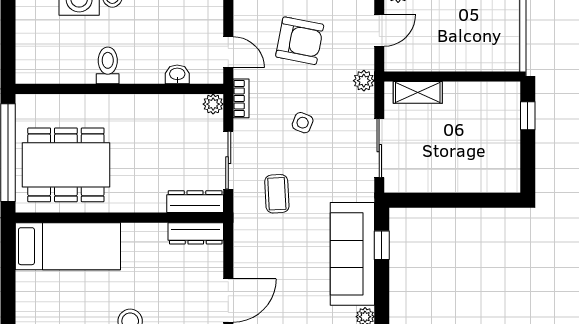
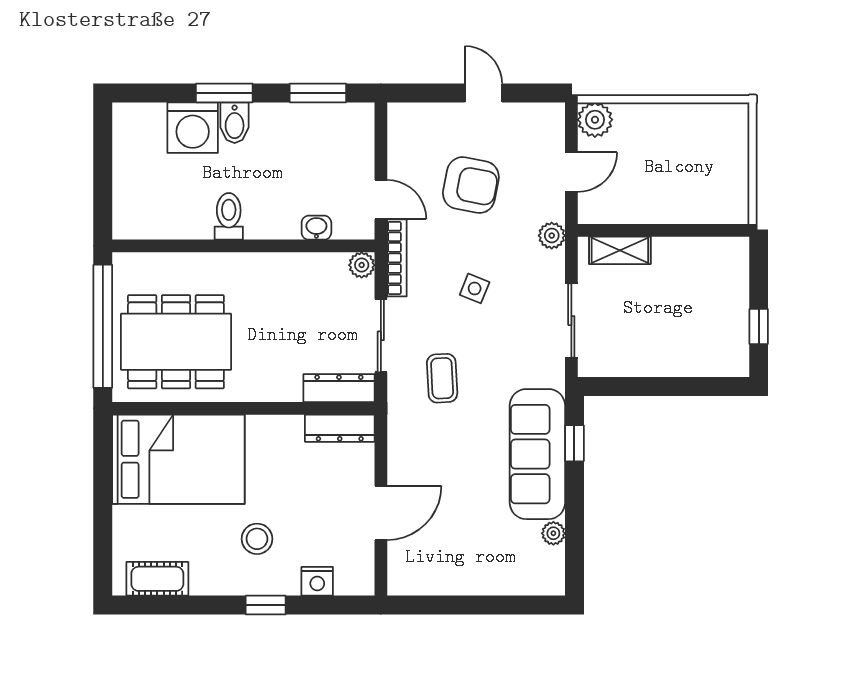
bookcase: (241, 98) -> (397, 258), width x1.56
window: (528, 116) -> (759, 327), moved
bed: (68, 246) -> (178, 459), width x1.50

